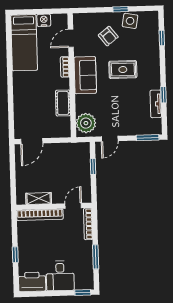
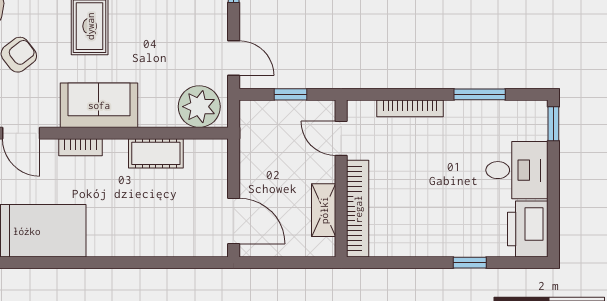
shelving: (39, 199) -> (324, 210), moved
wall: (54, 206) -> (341, 179), moved
door: (73, 206) -> (341, 138), moved
bookcase: (40, 215) -> (358, 209), moved

